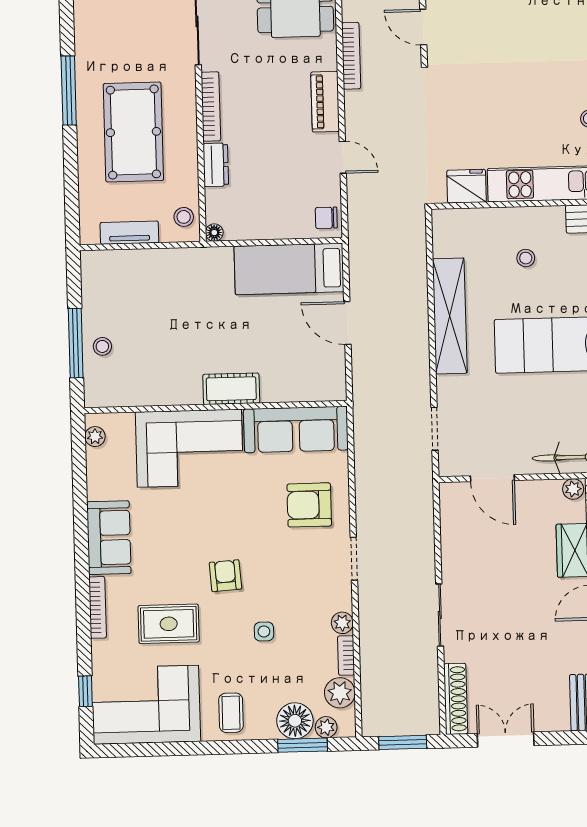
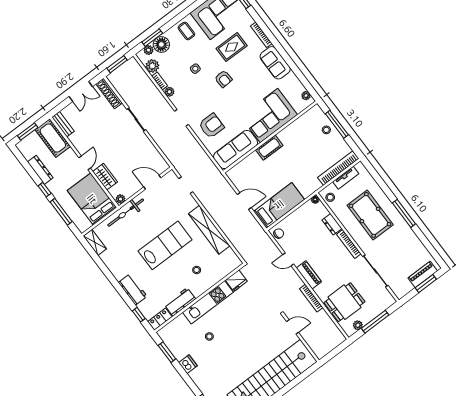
bookcase: (130, 260) -> (338, 168), added

